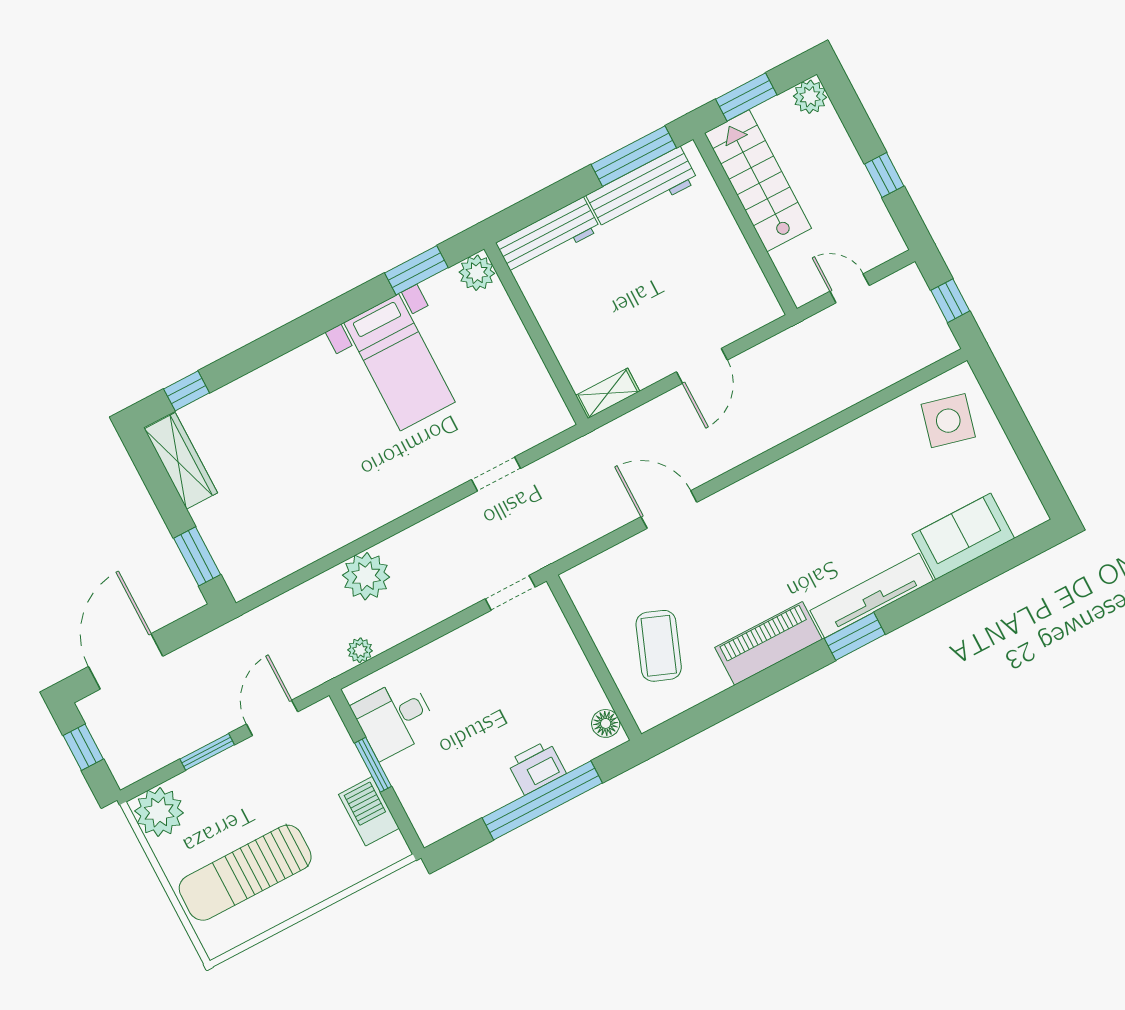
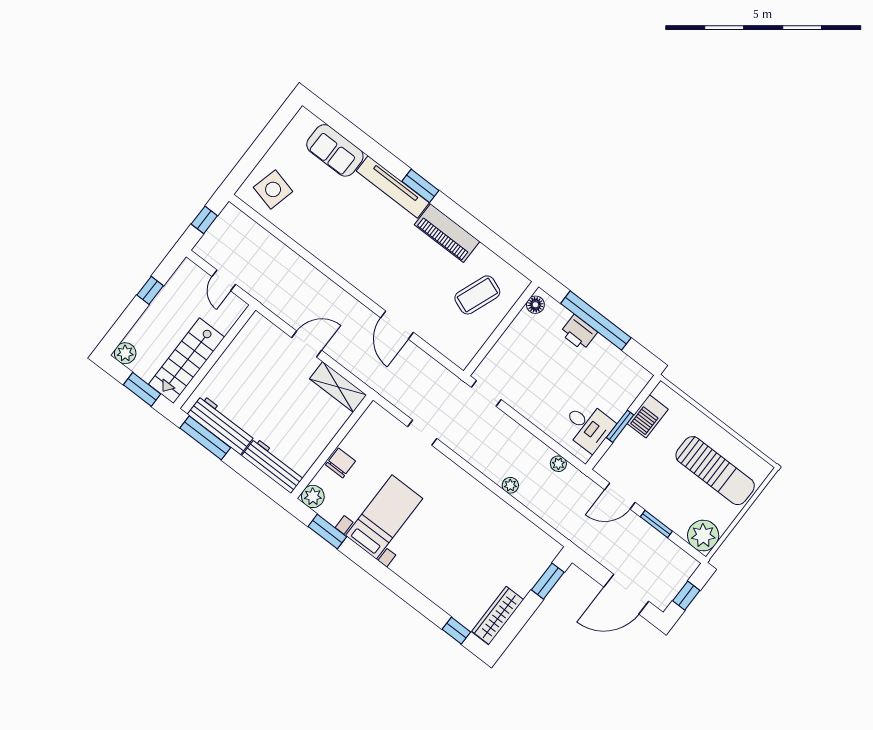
chair: (507, 335) -> (341, 463), added
shelving: (608, 393) -> (338, 387), width x1.50, depth x1.33
plant: (366, 576) -> (510, 485), width x0.53, depth x0.53

